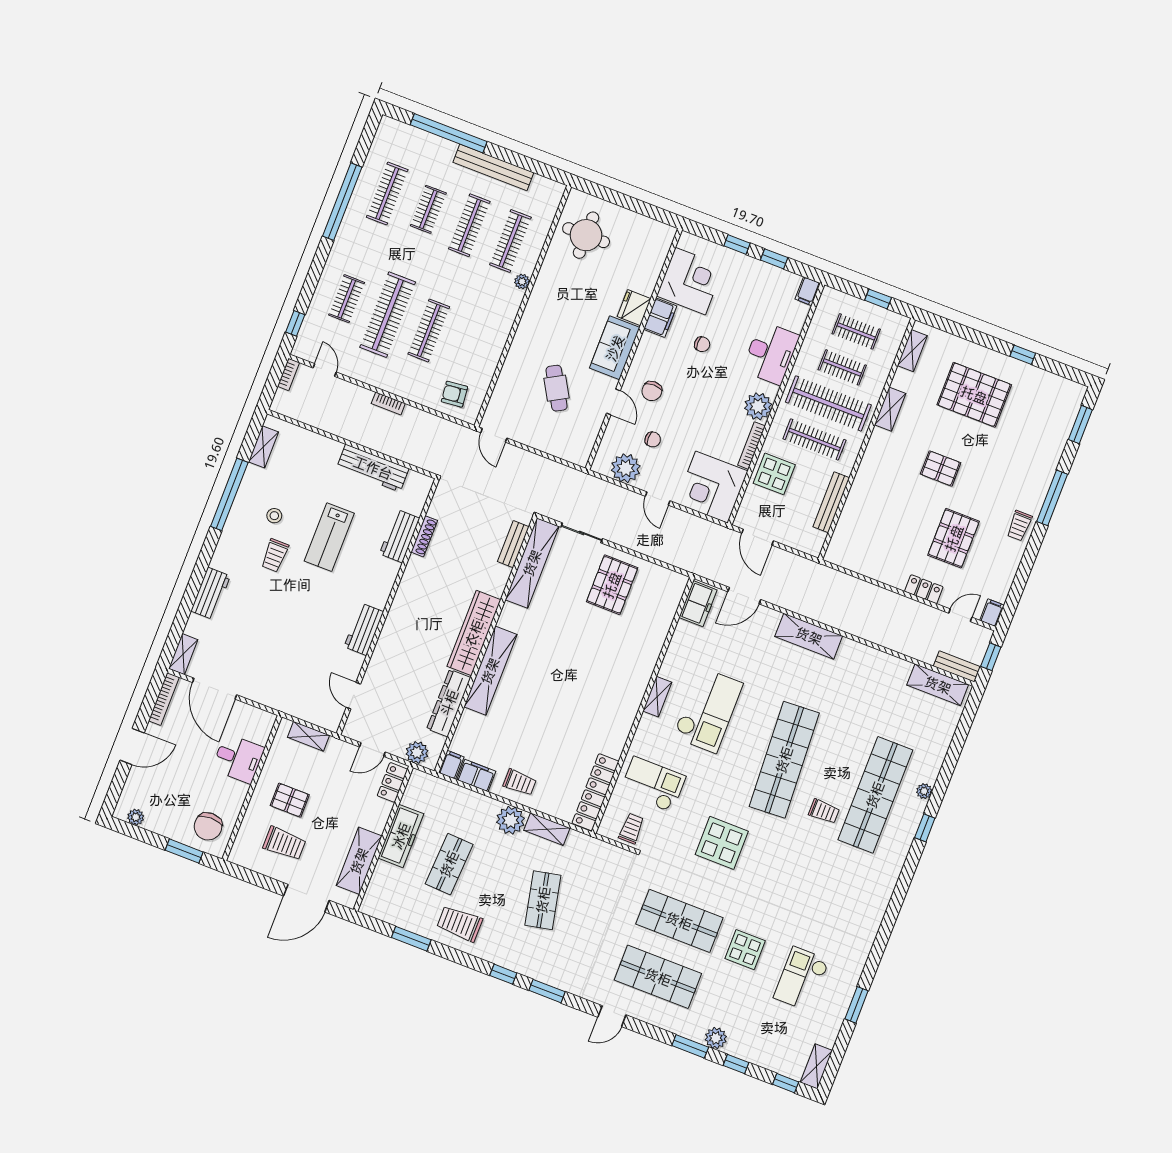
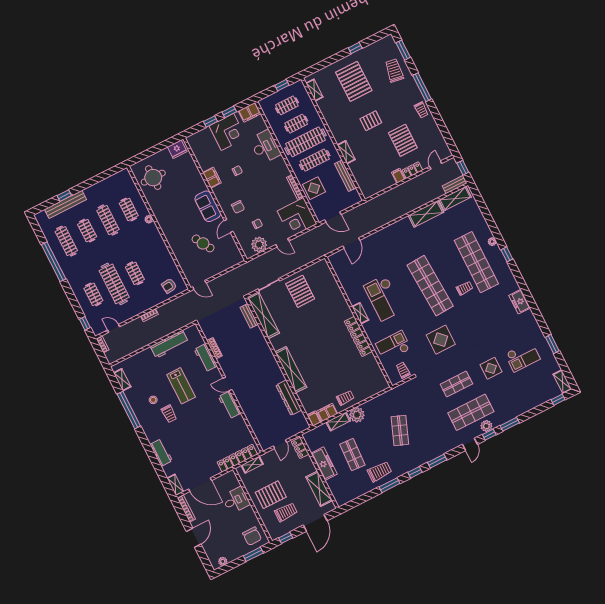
window: (449, 133) -> (64, 196), width x0.32
bench: (493, 167) -> (65, 204), moved
clothes rail: (510, 241) -> (129, 209), width x0.73
corner desk: (690, 281) -> (228, 132), moved, turned 90
filing cabinet: (808, 291) -> (250, 112), width x2.00
fridge: (634, 308) -> (177, 149), moved, turned -90
clothes rail: (429, 330) -> (135, 273), width x0.73
pallet: (974, 395) -> (354, 81), turned 90
door: (613, 402) -> (229, 226), swing flipped
plant: (758, 406) -> (282, 171), removed
shelving: (890, 409) -> (346, 152), moved
trolley: (1040, 438) -> (394, 71), added
freezer: (698, 604) -> (520, 302), moved, turned 180
filing cabinet: (992, 613) -> (398, 176), moved
wardrobe: (474, 633) -> (270, 363), removed
shelving: (809, 636) -> (426, 214), moved
door: (353, 696) -> (227, 384), moved
locker: (299, 707) -> (237, 458), added
checkout: (708, 710) -> (384, 298), turned 180
plant: (417, 752) -> (297, 428), removed
locker: (596, 792) -> (358, 336), moved
pallet: (290, 800) -> (271, 495), width x1.50, depth x1.42
shelving: (547, 829) -> (338, 421), moved
window: (248, 876) -> (286, 538), added
shop shelf: (543, 900) -> (400, 430), turned 33
shop shelf: (679, 921) -> (456, 384), width x0.70, depth x0.74
trolley: (460, 924) -> (380, 472), turned 180
window: (411, 939) -> (390, 485), moved
checkout: (801, 979) -> (523, 356), turned -90
plant: (716, 1038) -> (486, 426), moved
window: (736, 1064) -> (489, 435), moved

